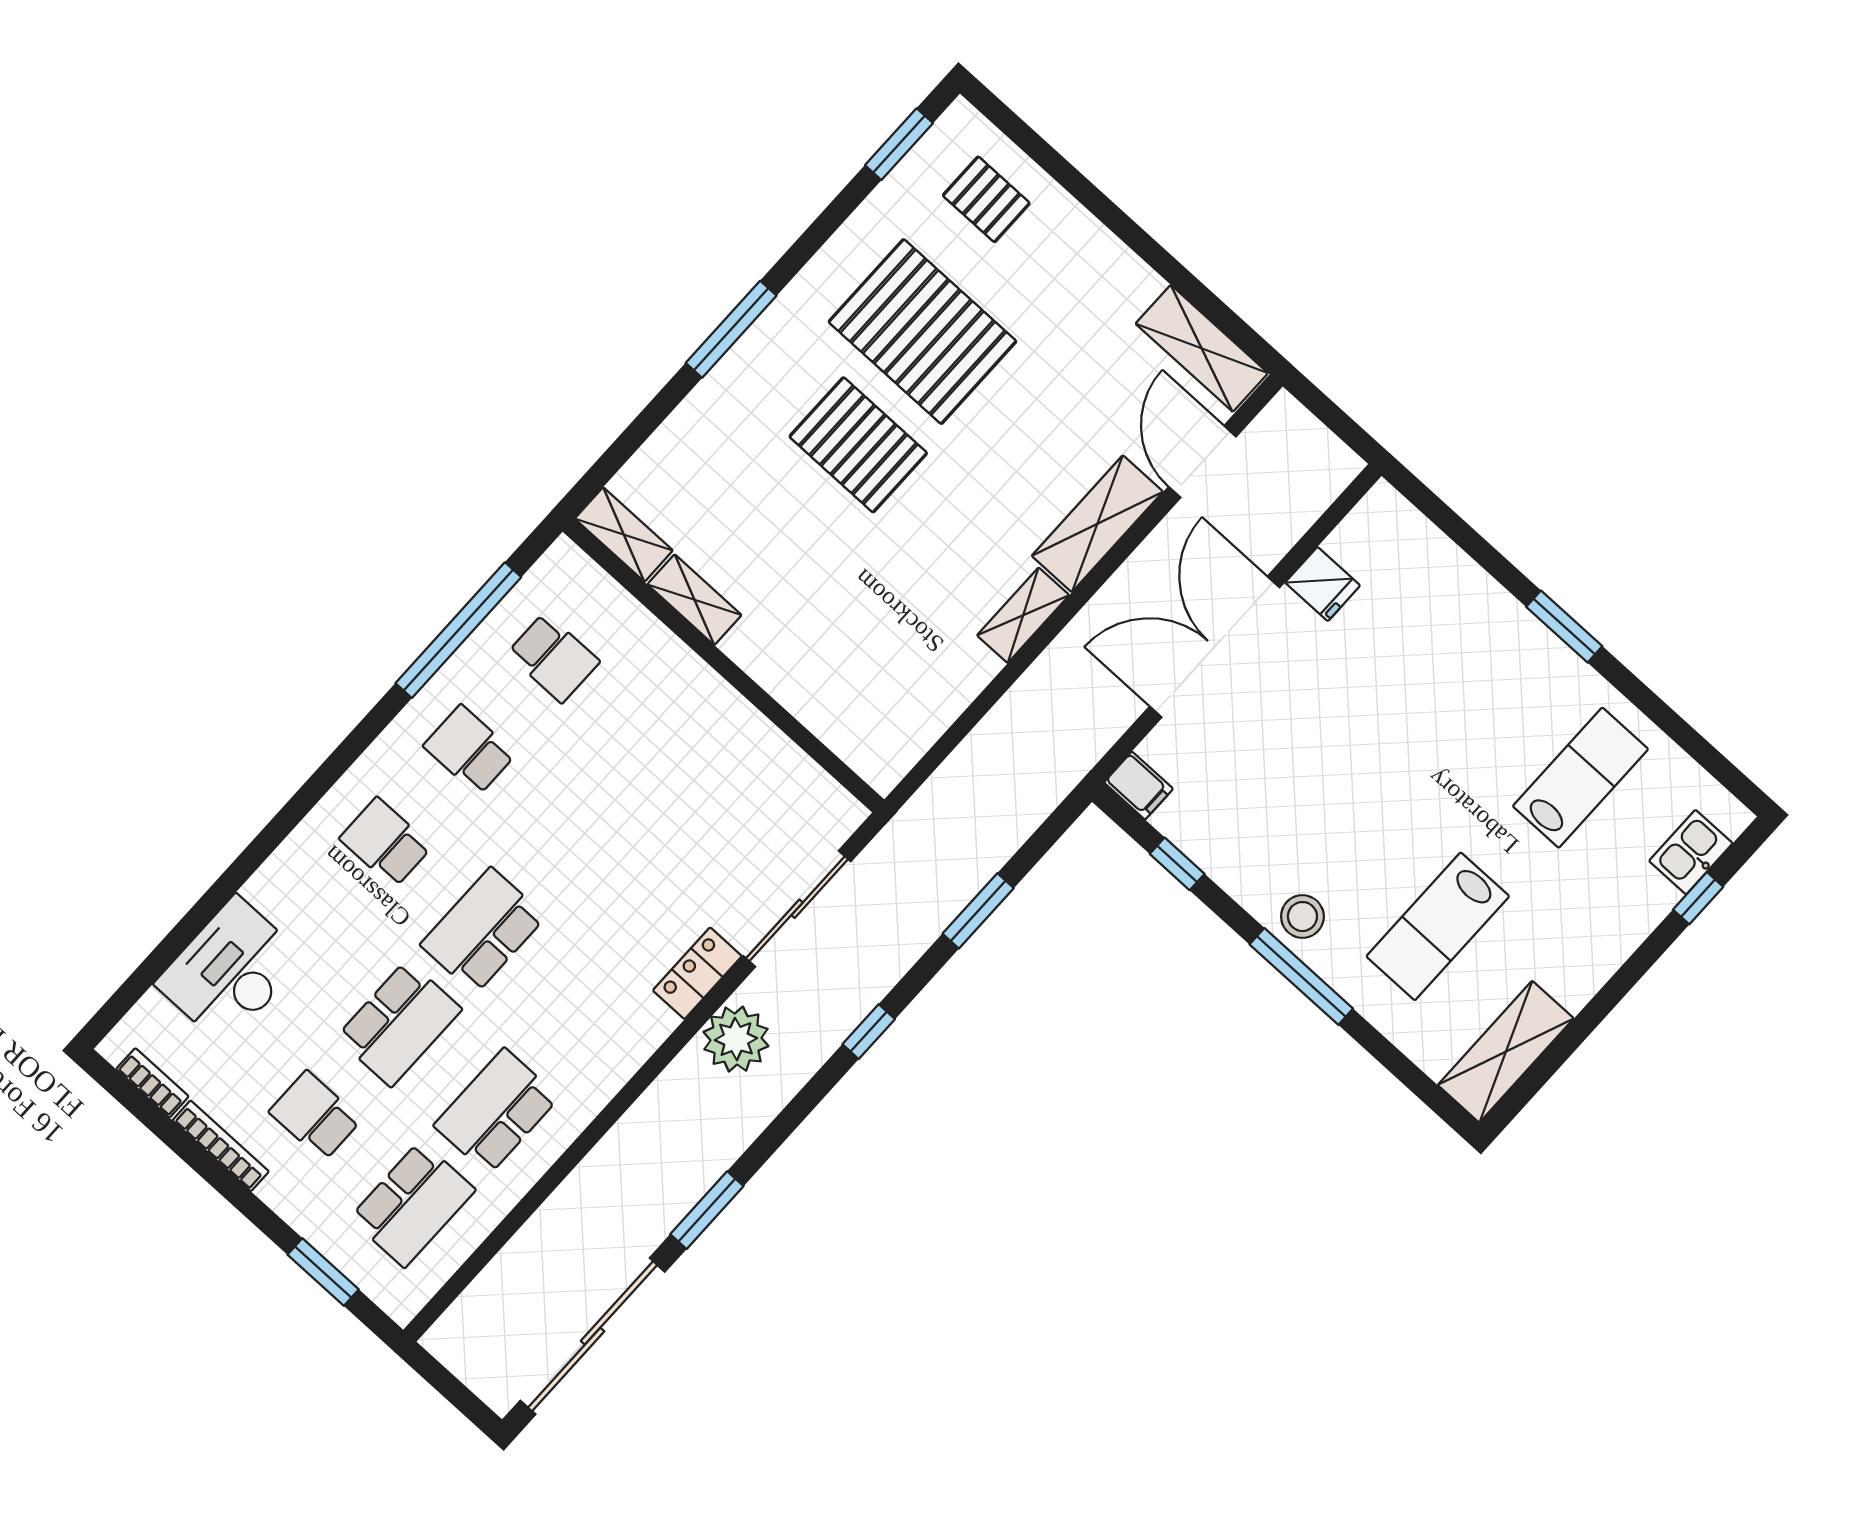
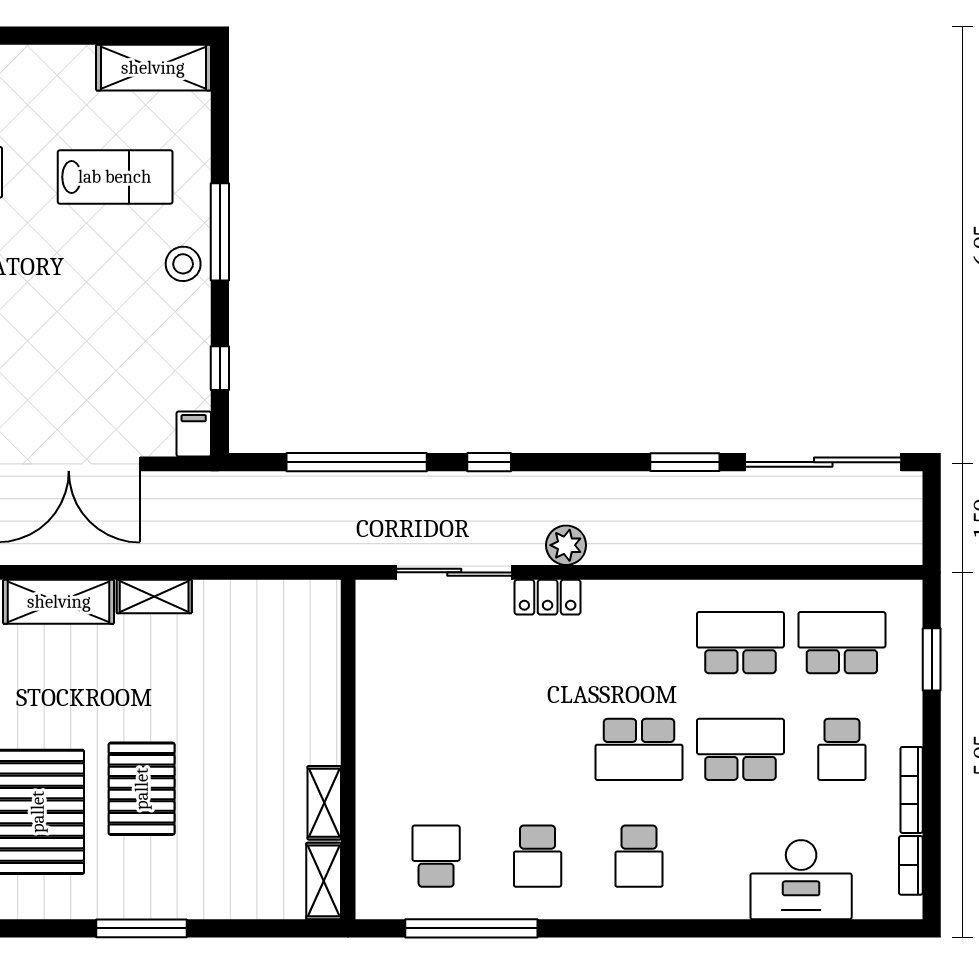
window: (978, 911) -> (357, 462), width x2.11
plant: (736, 1039) -> (566, 545), width x0.73, depth x0.73
school desk: (496, 1111) -> (740, 643), turned 180

